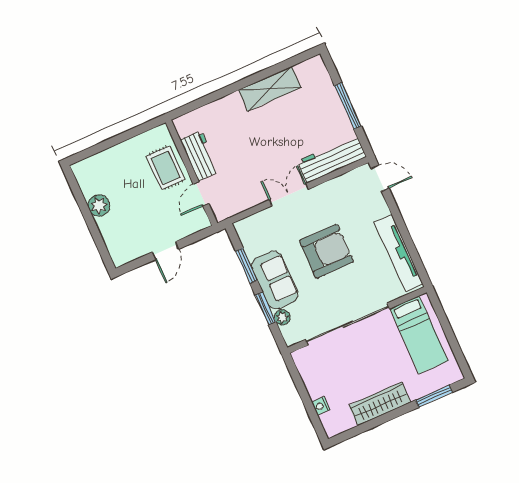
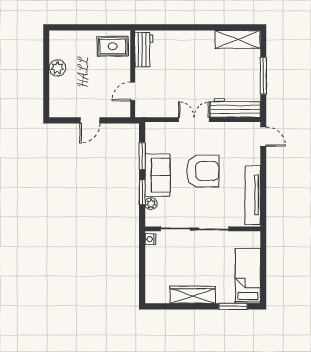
shelving: (270, 89) -> (238, 39), moved
workbench: (200, 156) -> (144, 50), moved
rug: (166, 168) -> (113, 46), moved, turned 90
bed: (419, 335) -> (248, 276), moved, turned 180
nightstand: (321, 406) -> (150, 239), moved

